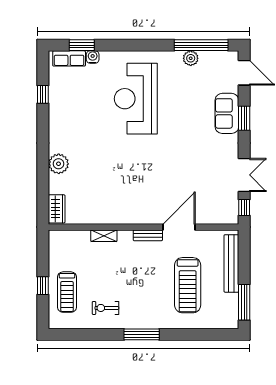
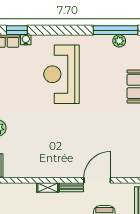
plant: (191, 58) -> (119, 41), moved
shelving: (104, 236) -> (48, 187), moved

